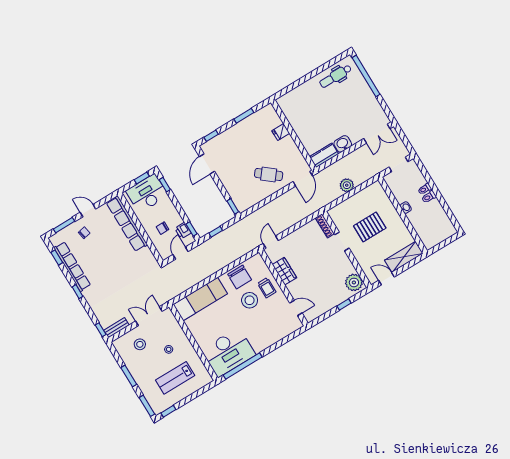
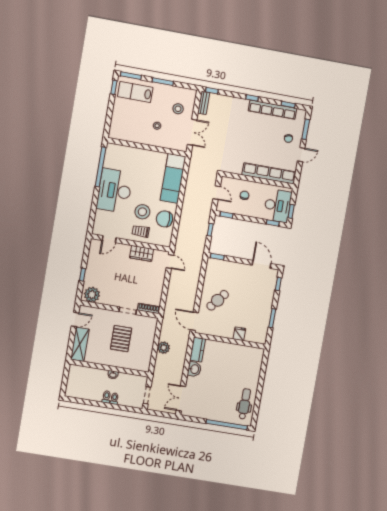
printer: (183, 231) -> (231, 208), removed
desk: (228, 352) -> (115, 191), moved
lab bench: (175, 378) -> (135, 92), moved, turned -90

